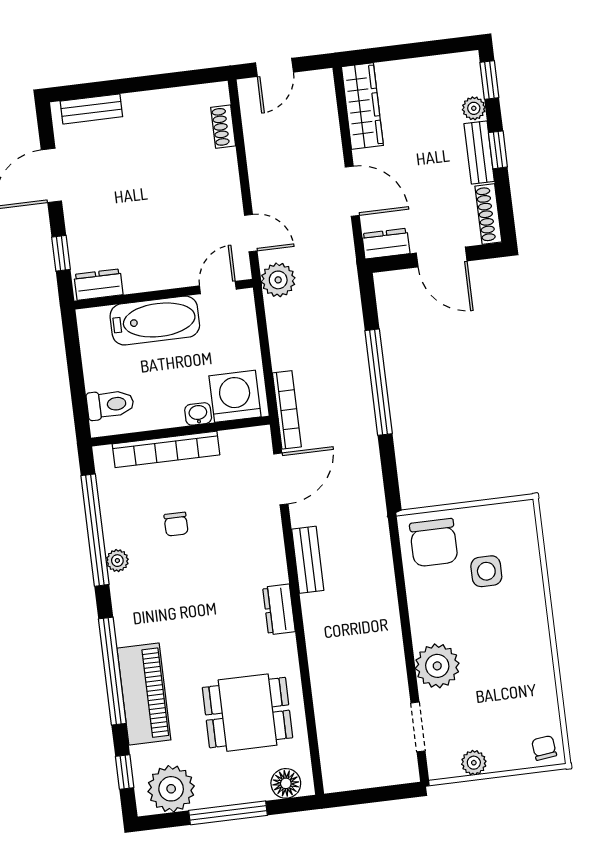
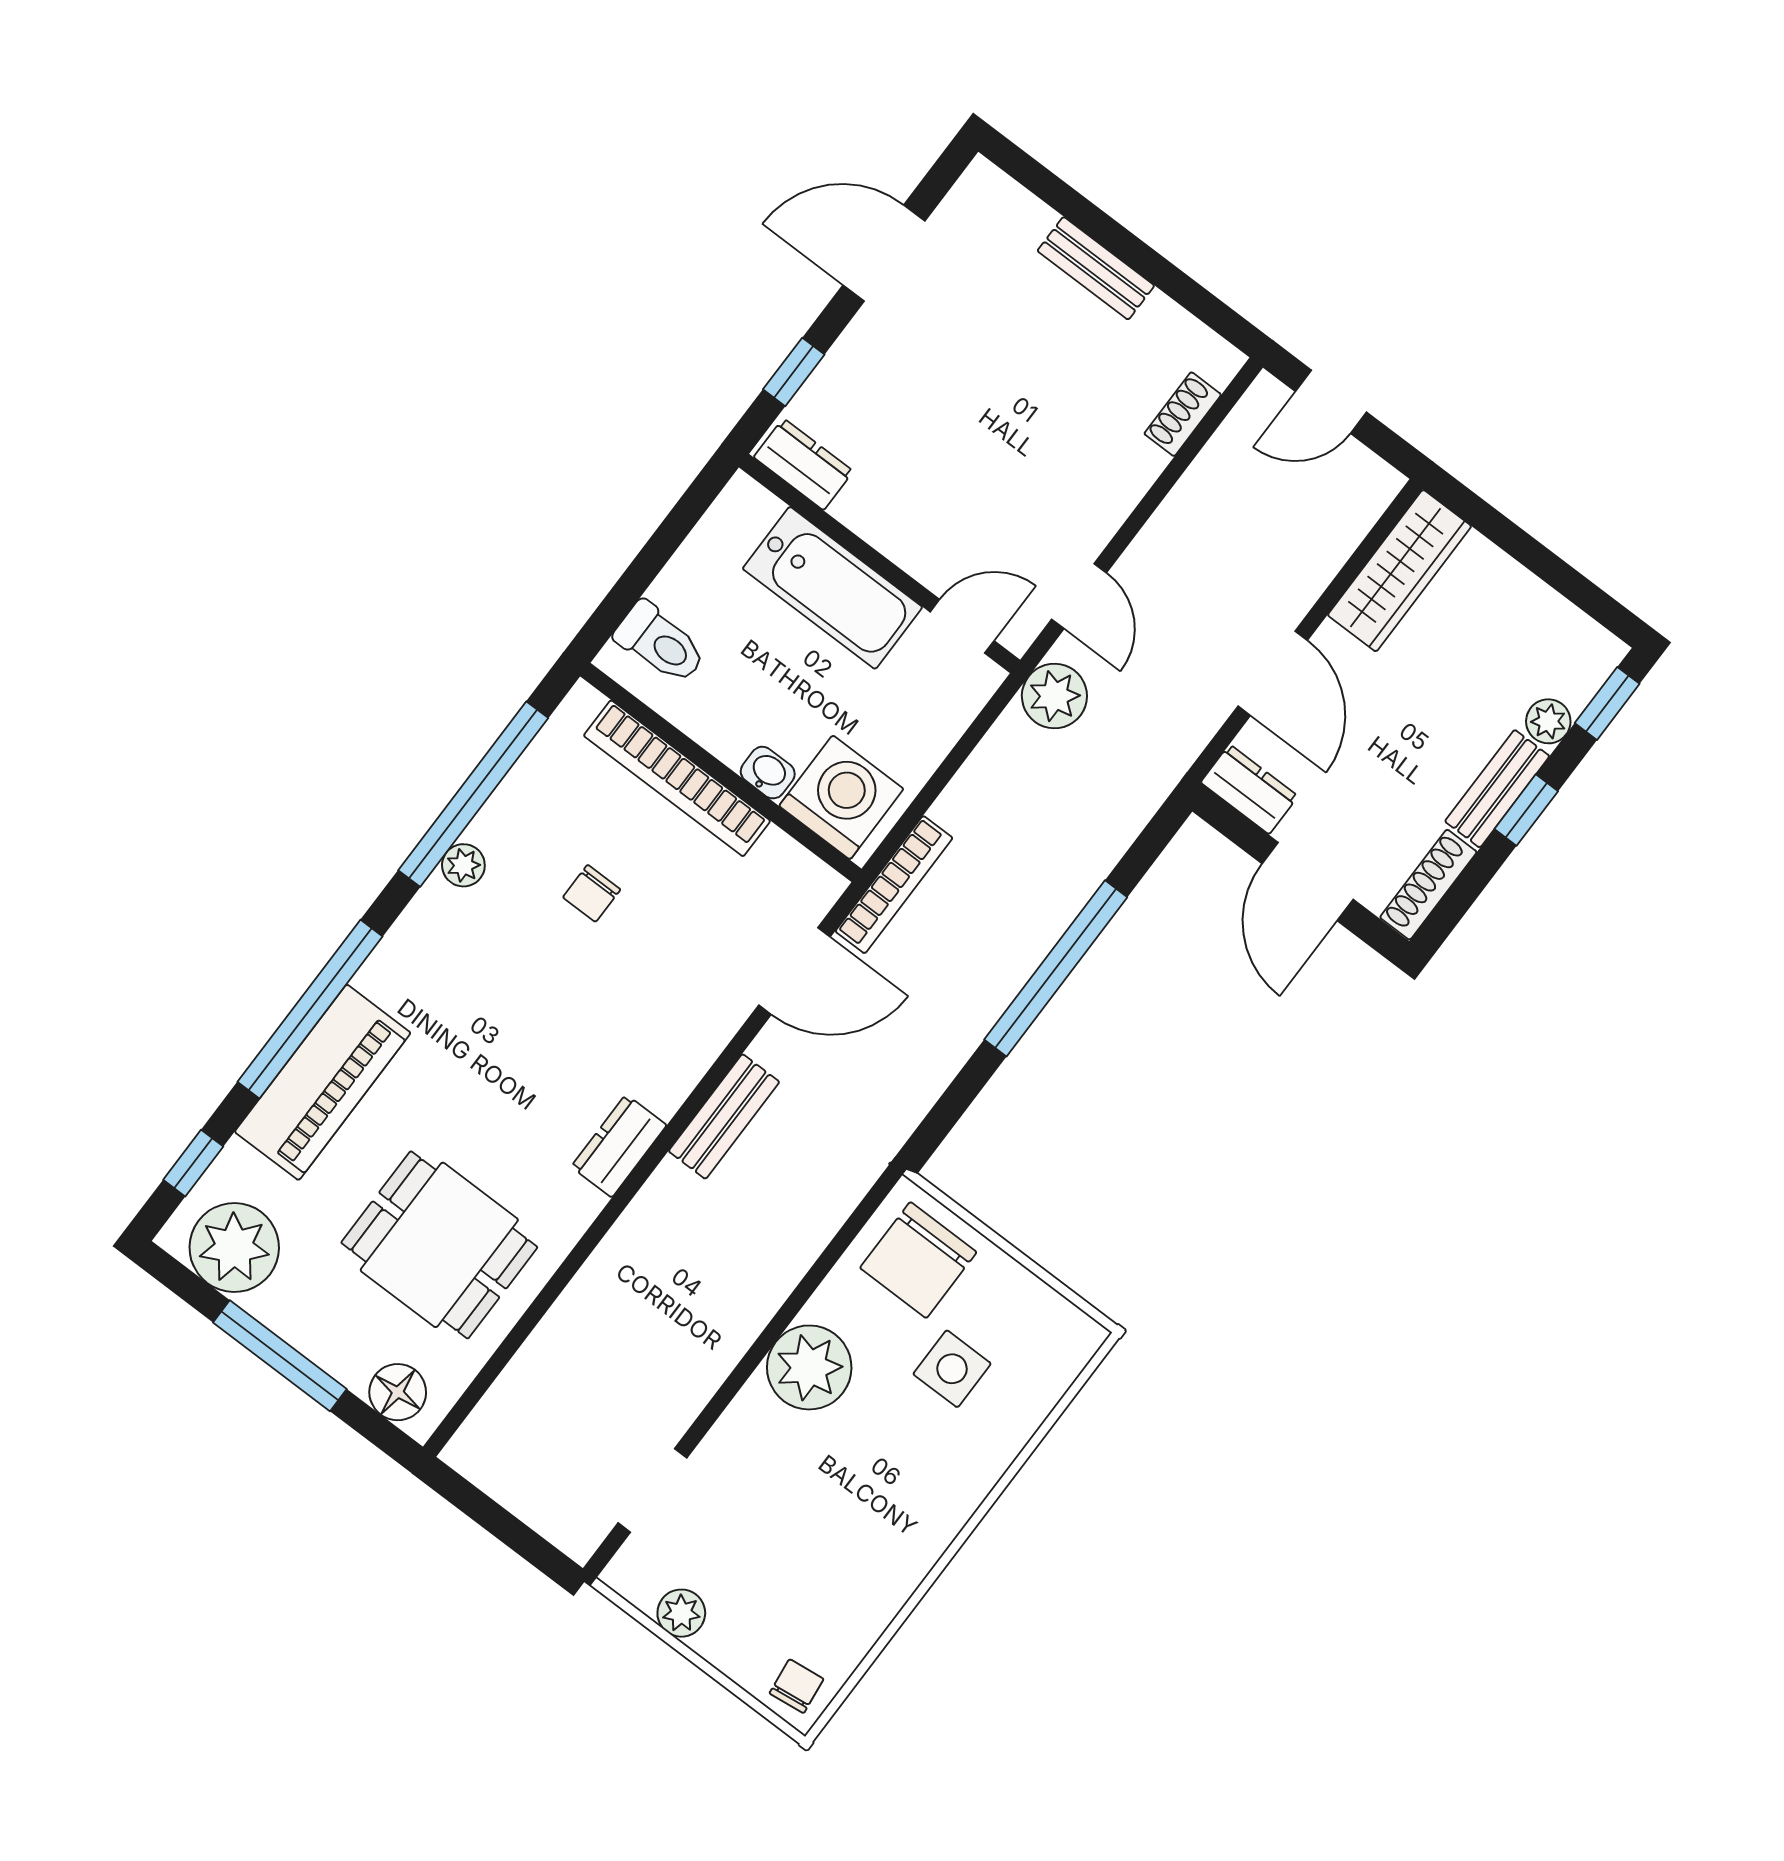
bench: (91, 109) -> (1096, 268), moved
plant: (437, 666) -> (809, 1367), moved

